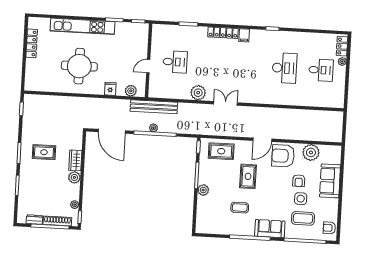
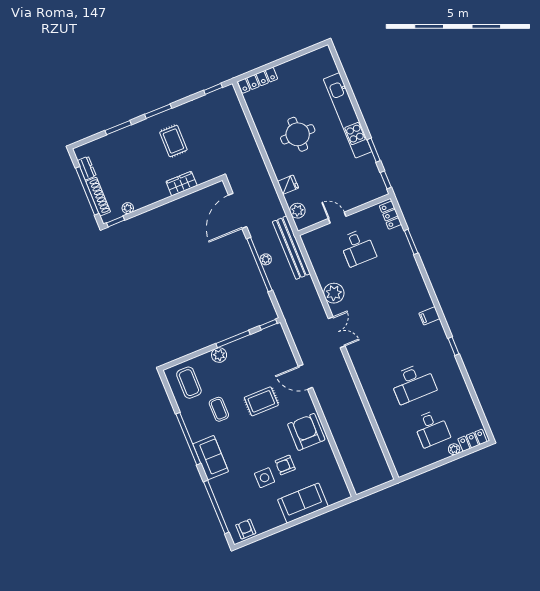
locker: (223, 33) -> (390, 215), moved, width x0.66
locker: (32, 43) -> (258, 80), moved
round table: (79, 66) -> (298, 134), width x0.73, depth x0.73
door: (262, 140) -> (305, 377), moved
rug: (221, 151) -> (276, 354), removed
plant: (311, 152) -> (326, 464), removed
plant: (74, 177) -> (160, 192), removed
coffee table: (303, 218) -> (189, 383), moved

